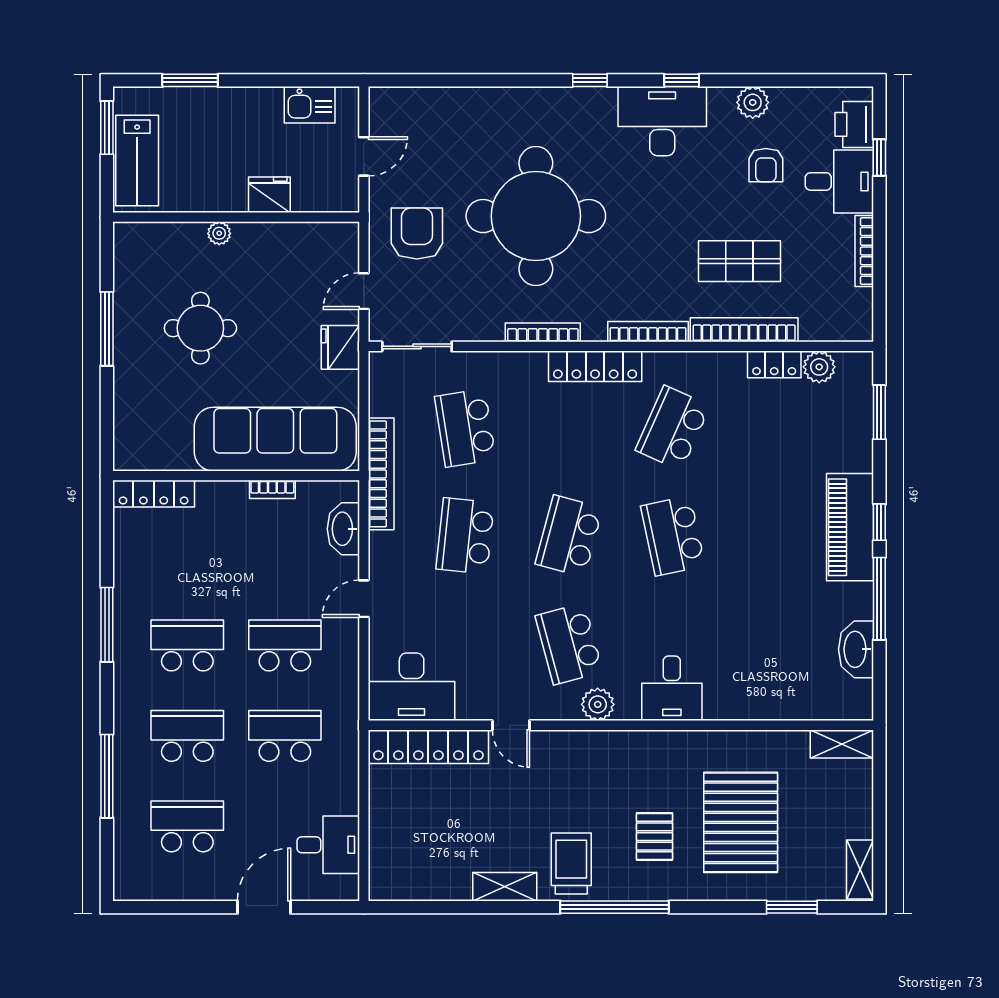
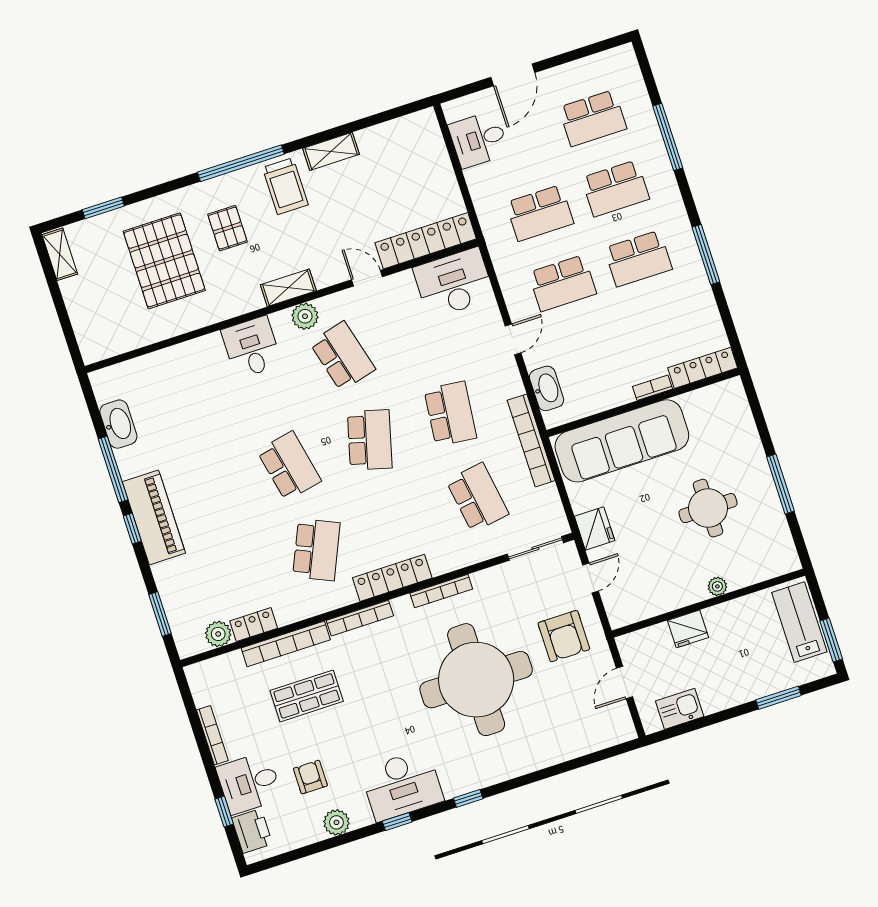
bookcase: (272, 489) -> (653, 388), moved
shelving: (842, 744) -> (288, 288), moved

